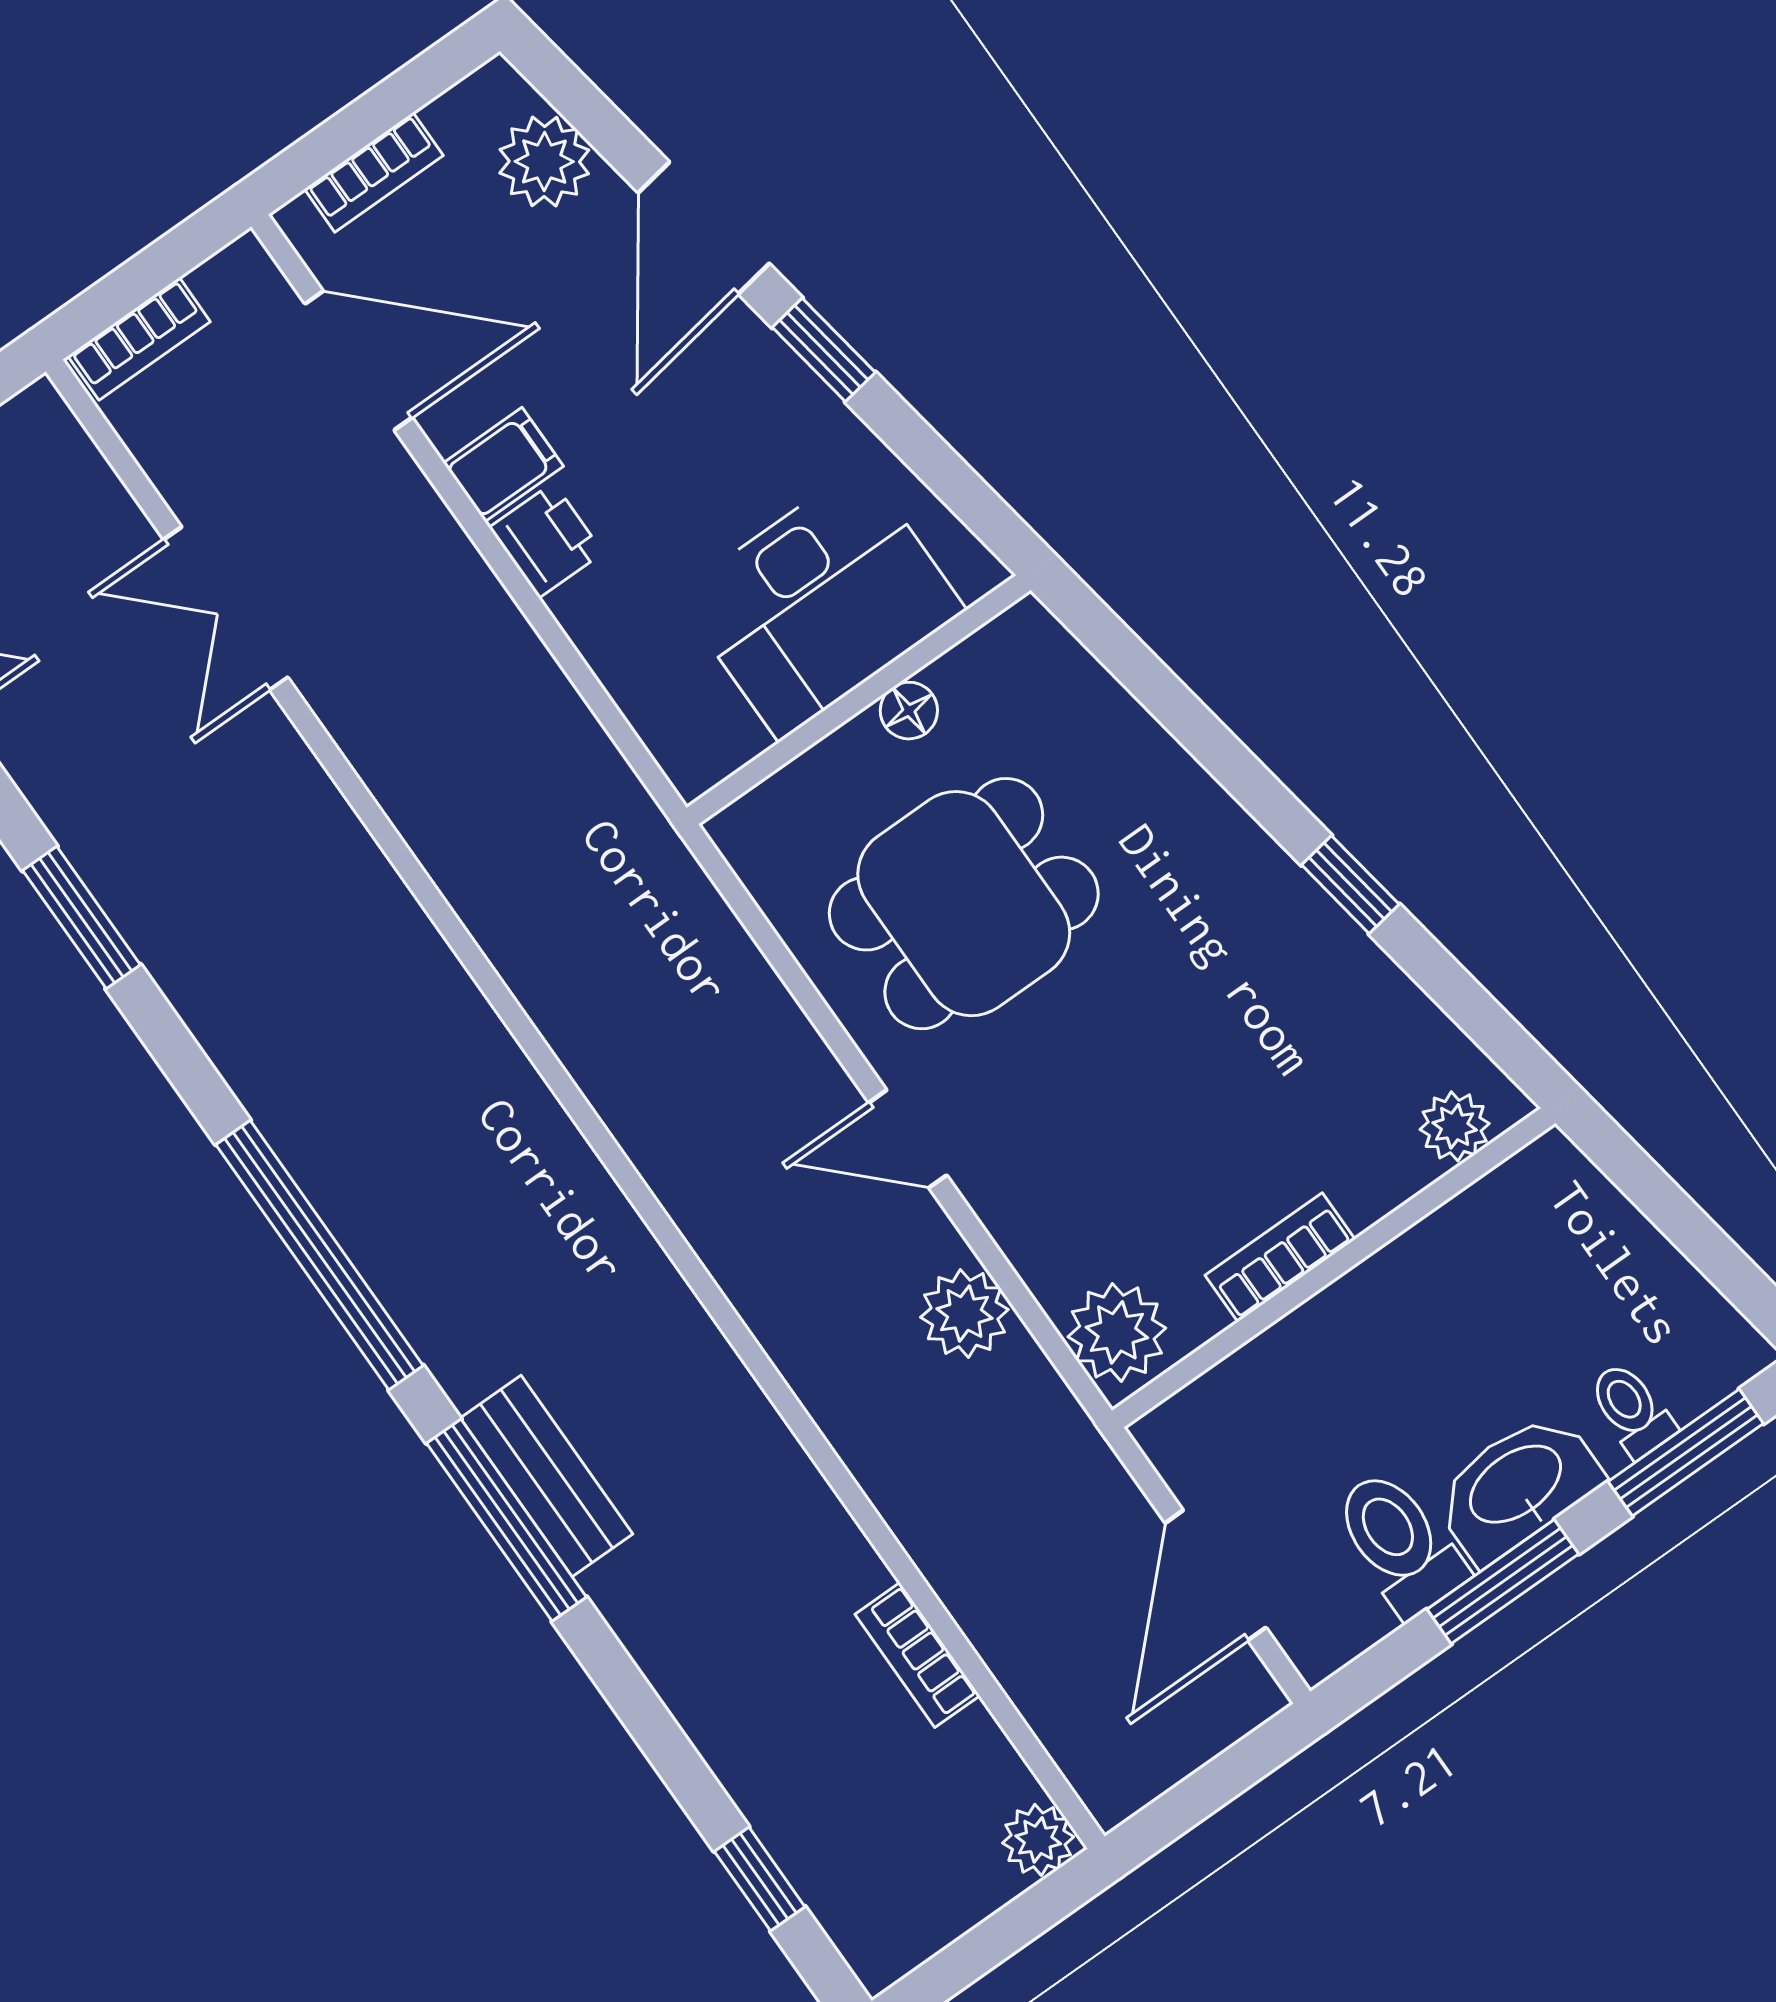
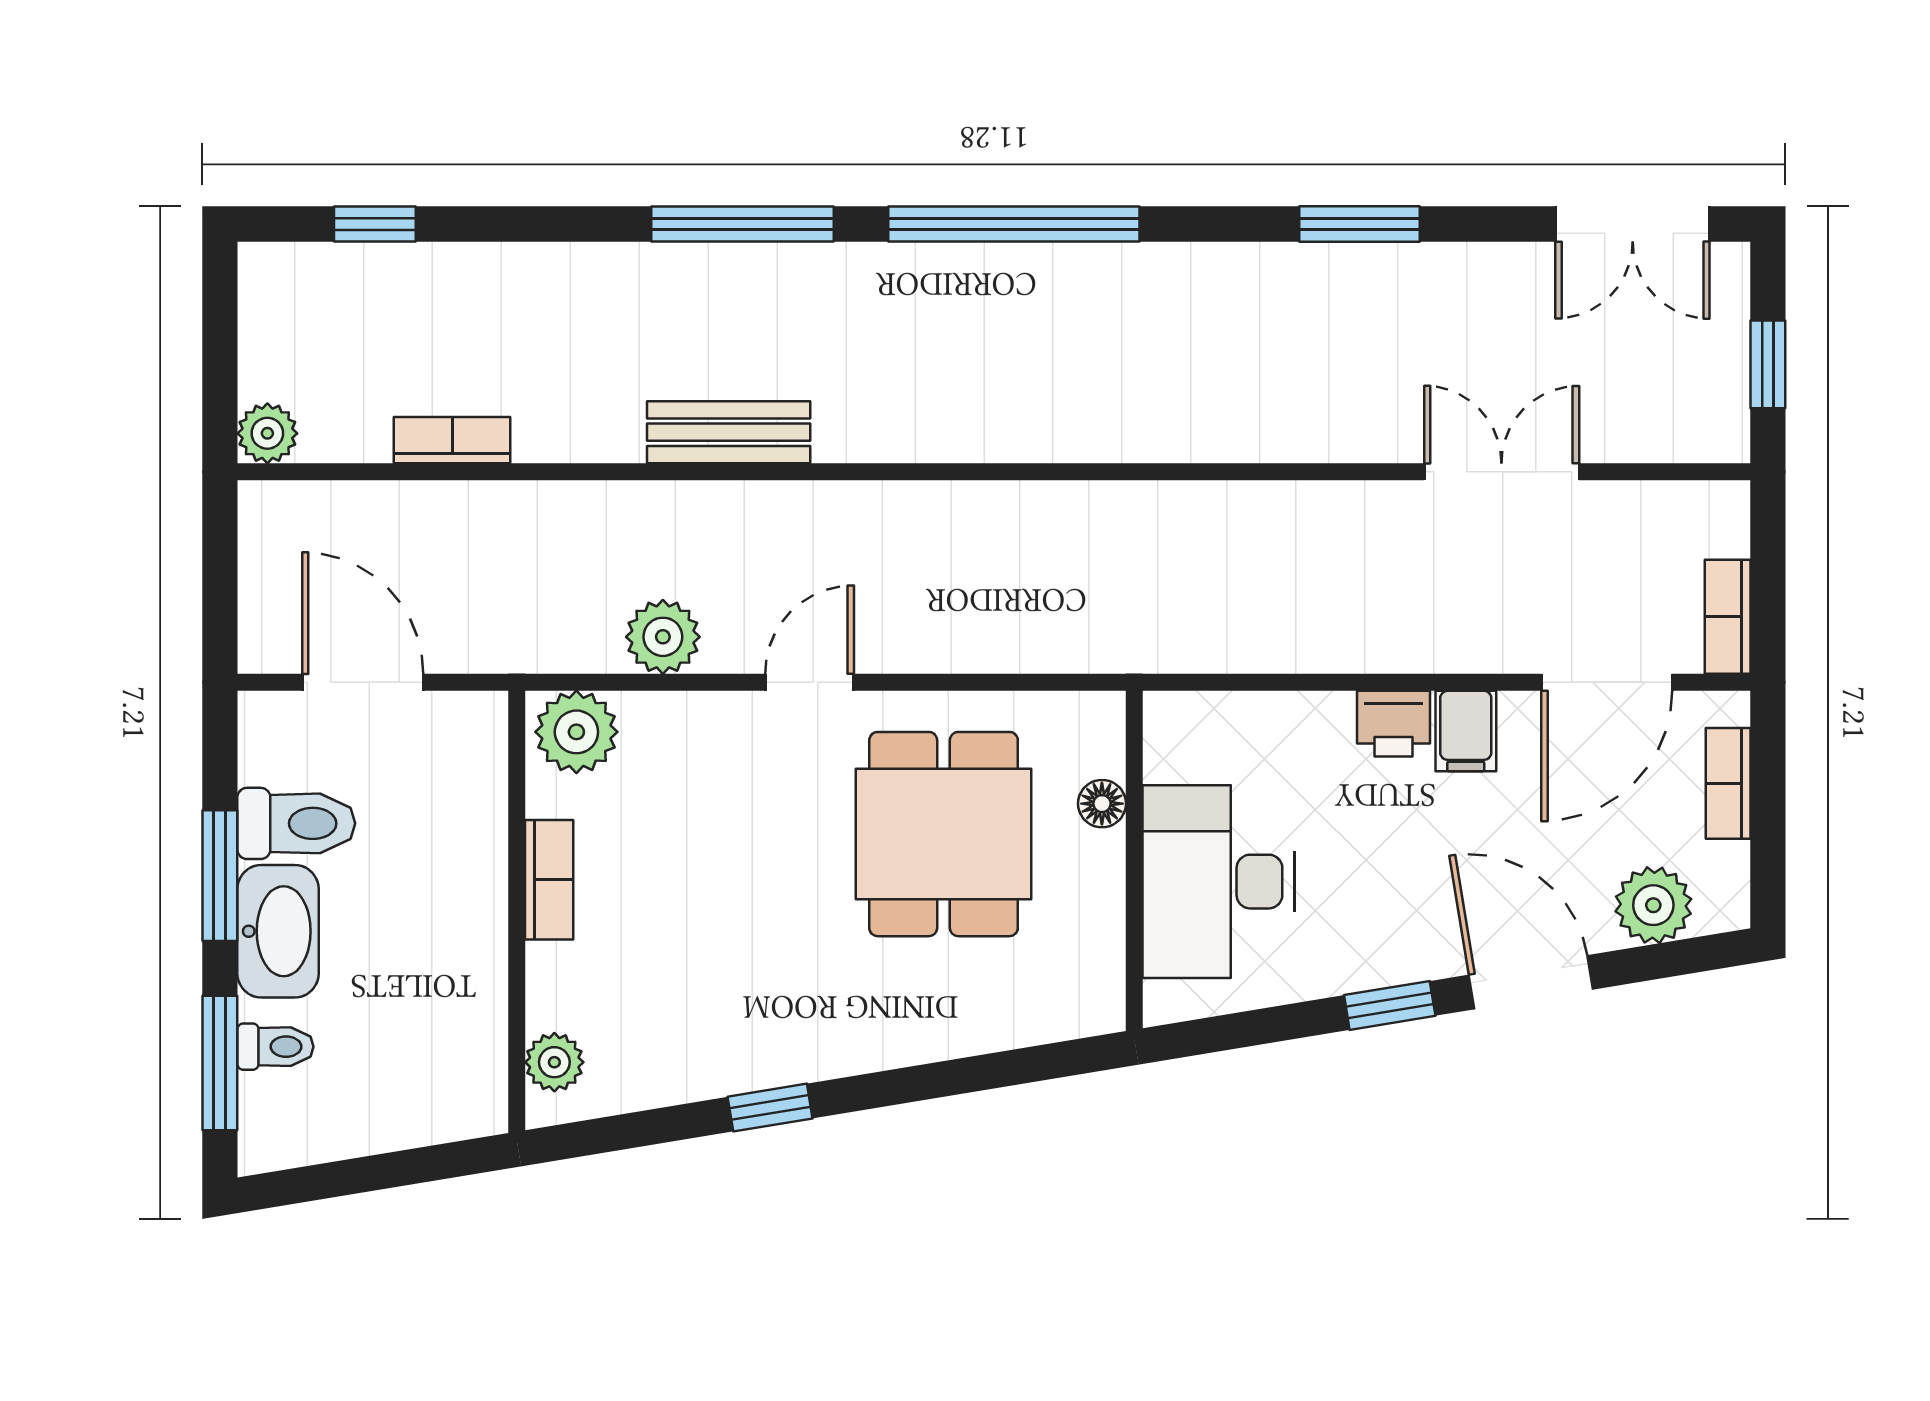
bookcase: (139, 339) -> (1728, 617), moved
floor lamp: (909, 711) -> (1102, 804), moved
bench: (547, 1476) -> (729, 432), moved

